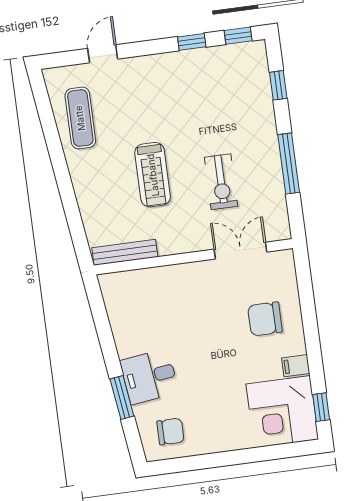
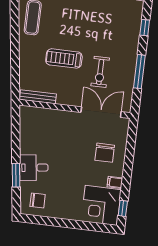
treadmill: (153, 175) -> (64, 58), turned 90
double door: (240, 251) -> (101, 112), width x1.37
chair: (265, 319) -> (105, 153), turned -90

